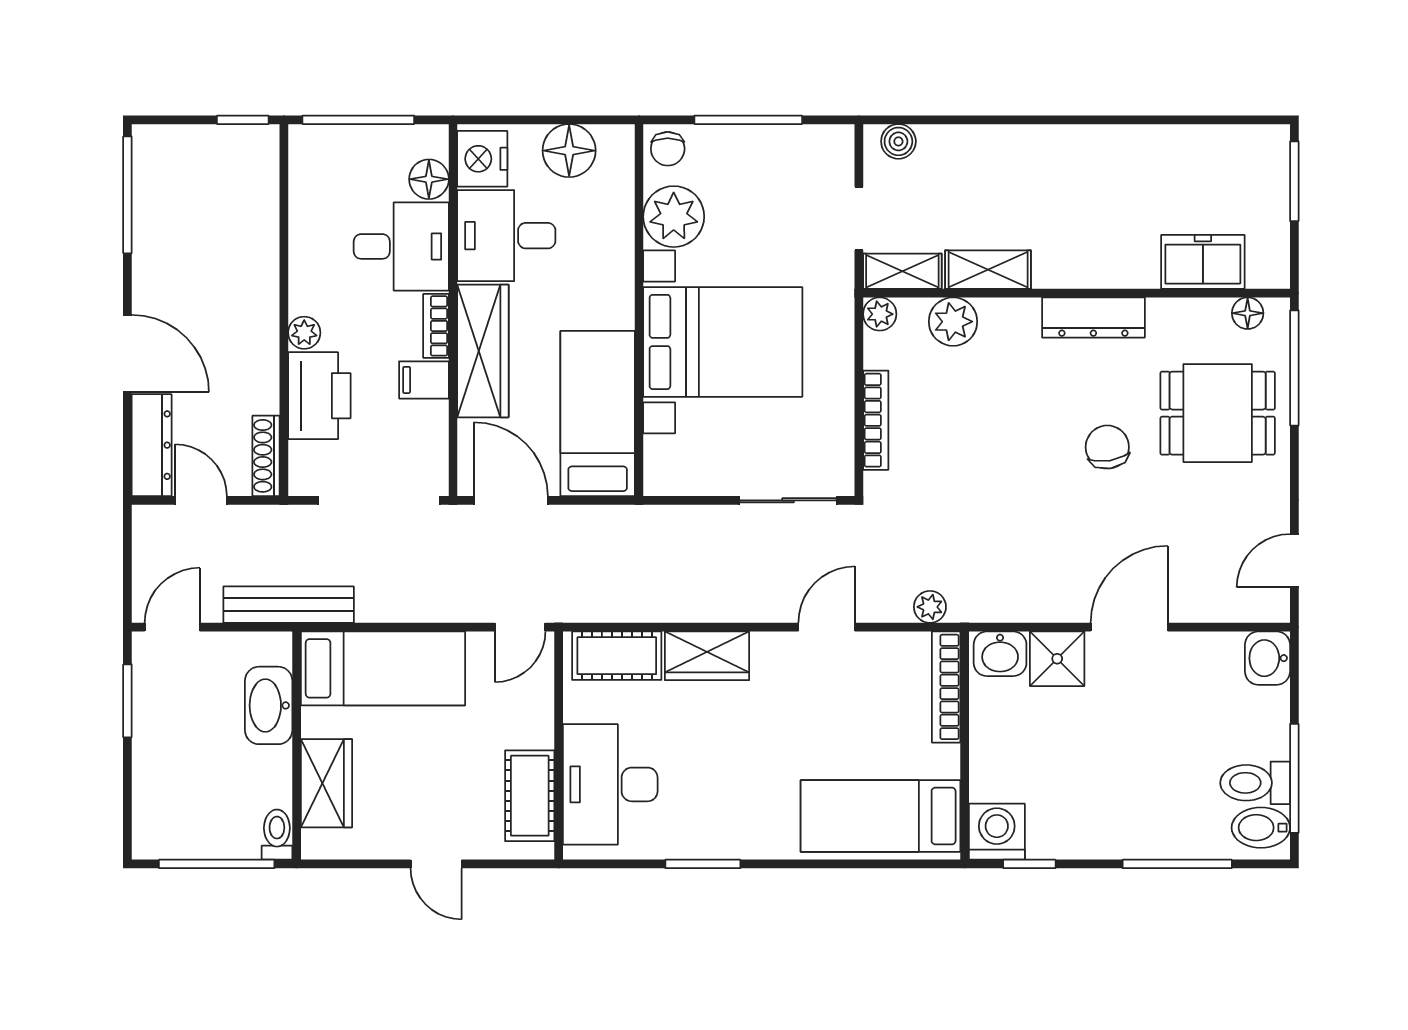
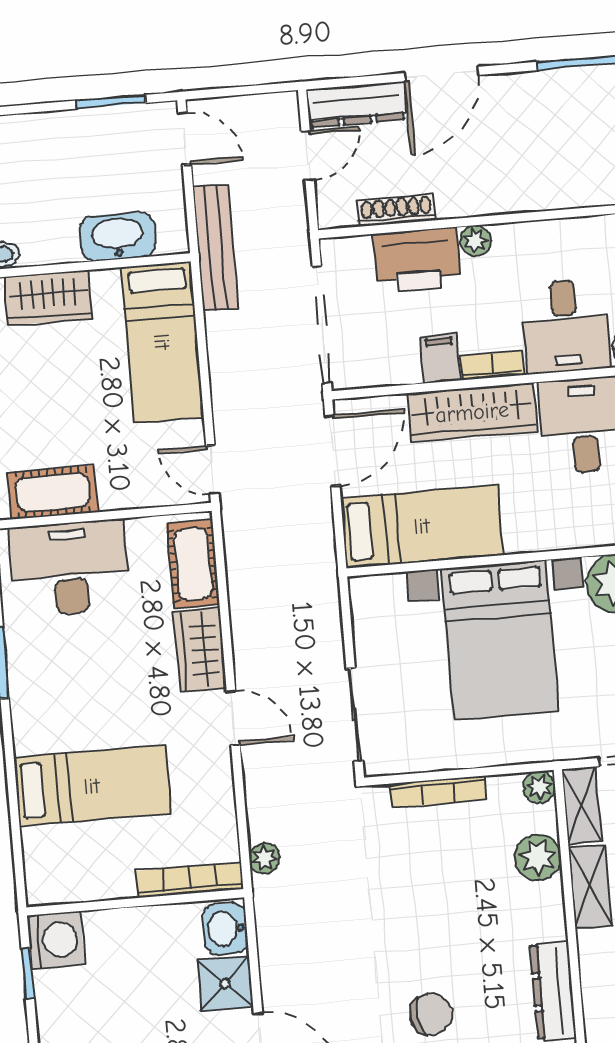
shoe rack: (266, 456) -> (396, 211), moved
door: (827, 627) -> (233, 718), moved
bed: (880, 816) -> (92, 786), moved, turned 90

